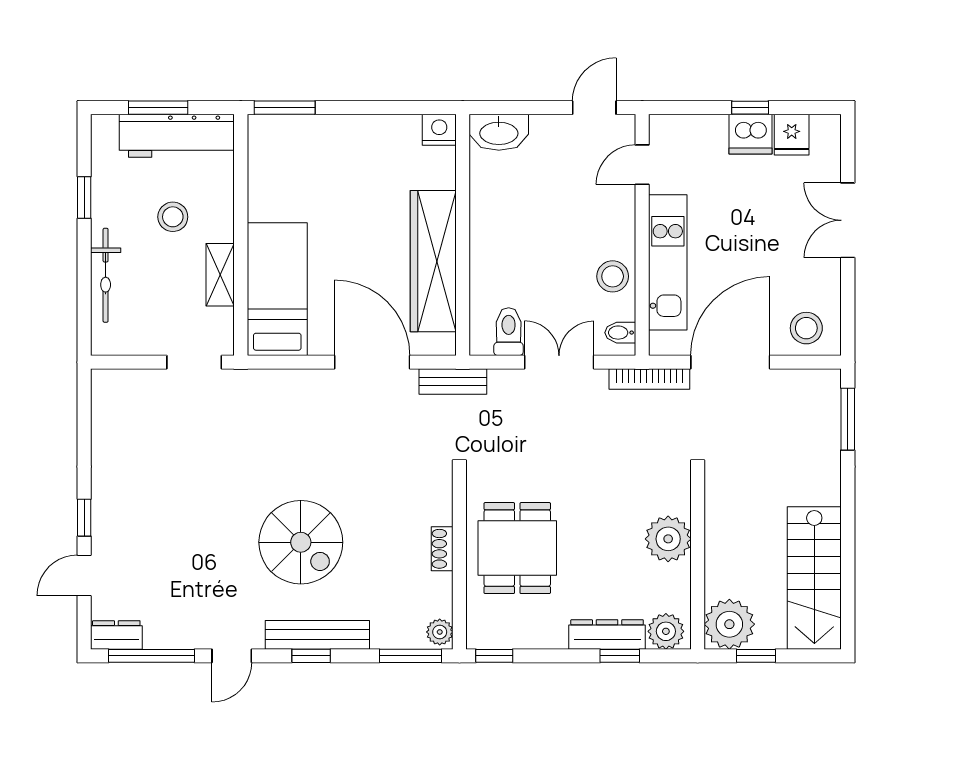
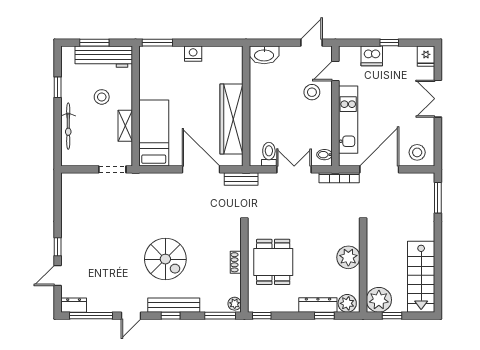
nightstand: (439, 130) -> (193, 54), moved
dishwasher: (750, 134) -> (372, 56), moved
fridge: (792, 135) -> (426, 56), moved
stool: (613, 276) -> (312, 92), moved

